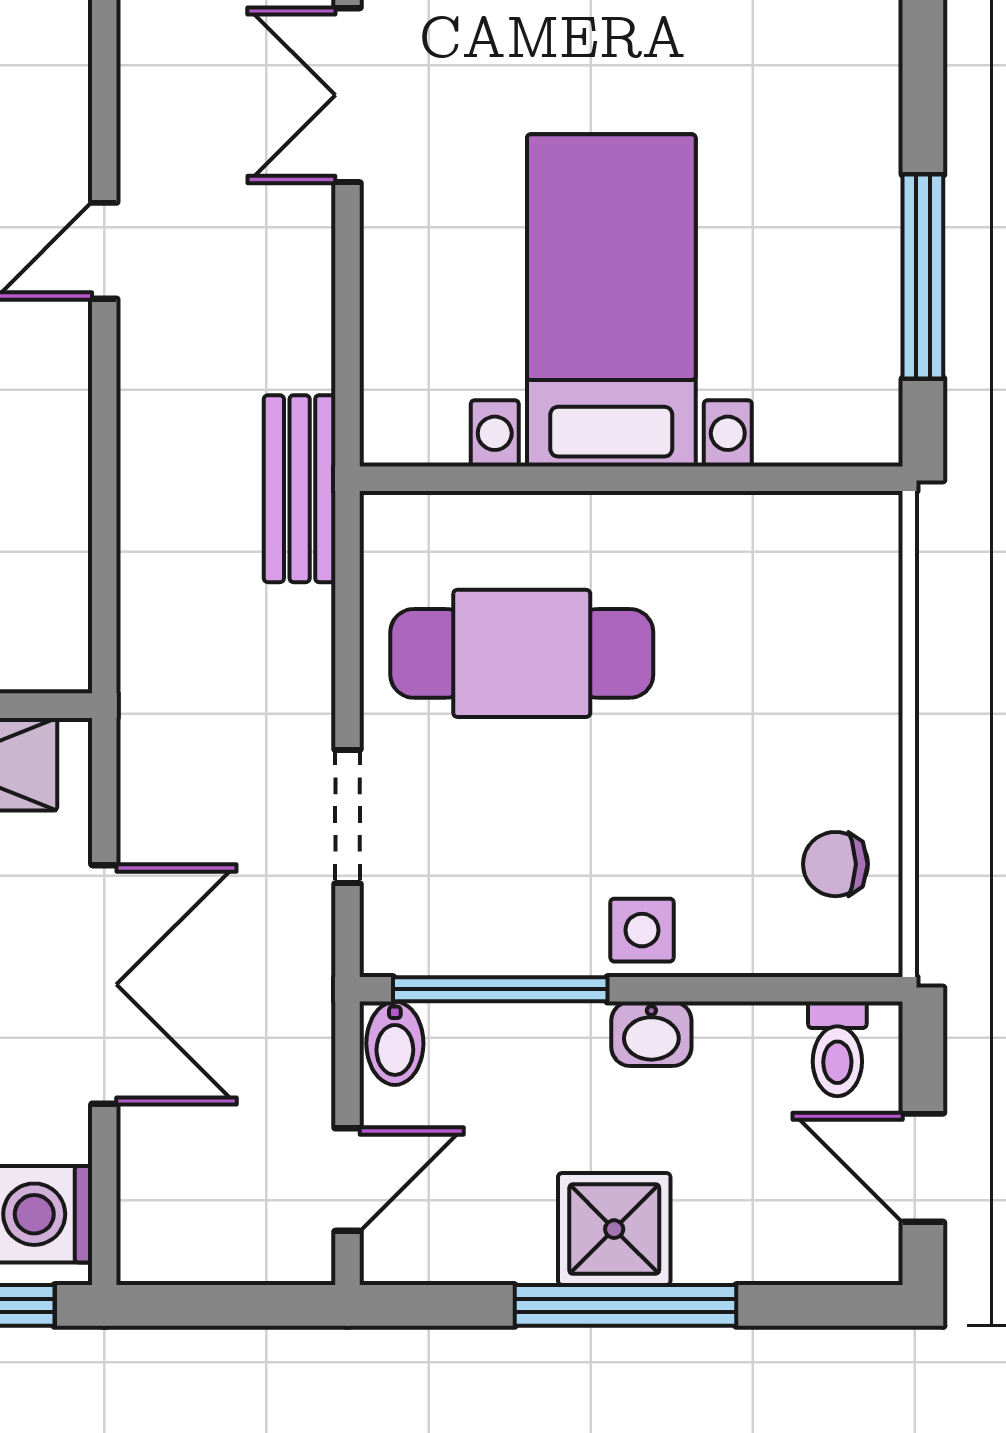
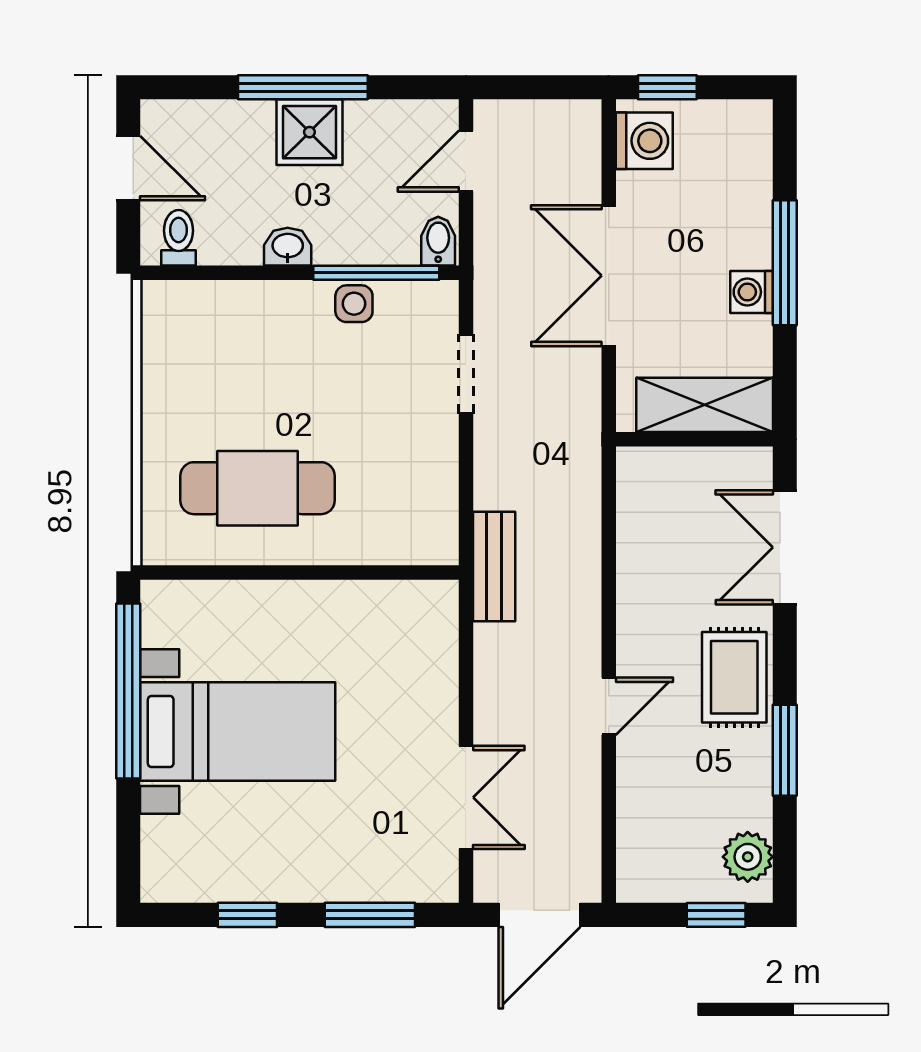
window: (923, 277) -> (128, 691), width x1.46
bed with nightstands: (611, 300) -> (238, 731), moved, turned -90
cafe table: (522, 653) -> (257, 488), moved
chair: (835, 864) -> (180, 346), removed
side table: (642, 930) -> (354, 304), moved

